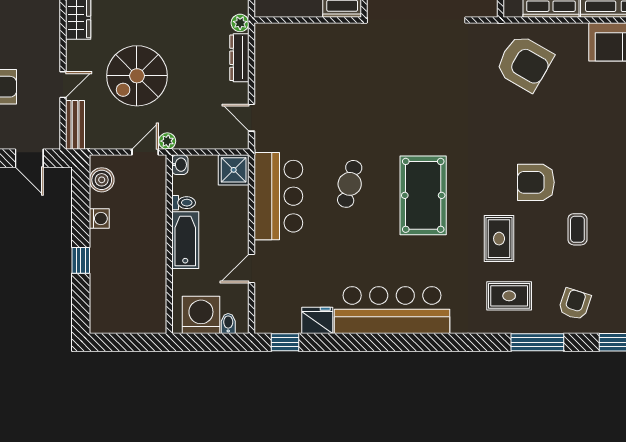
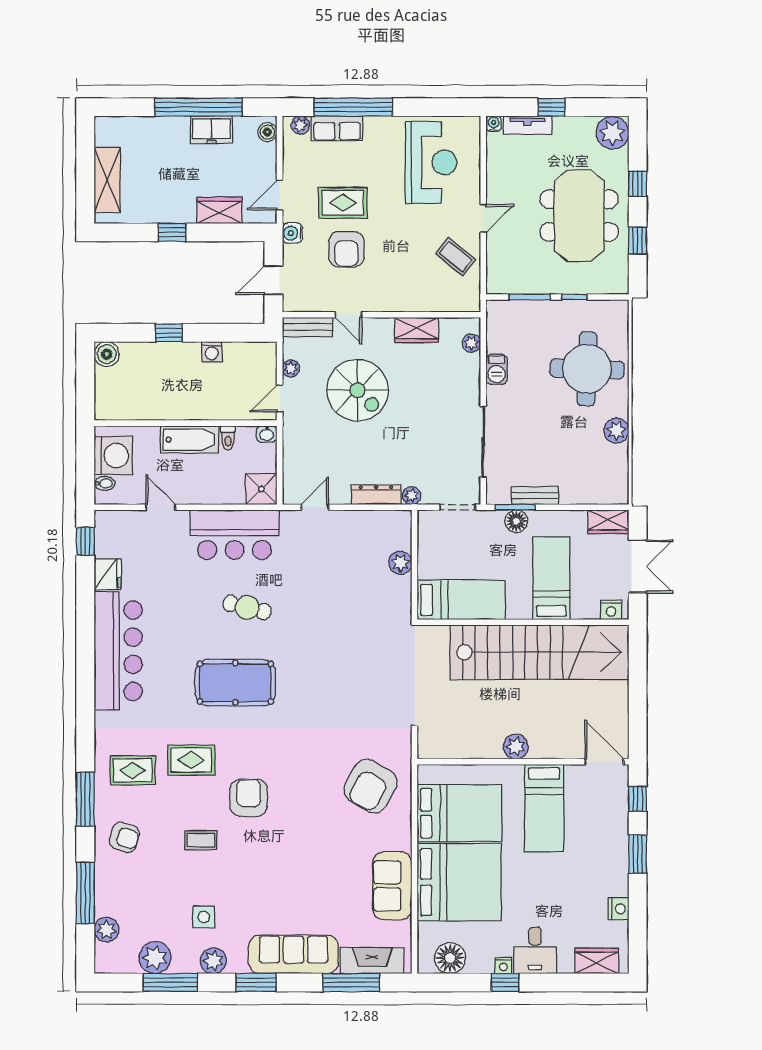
plant: (306, 34) -> (400, 563), added
spiral stairs: (137, 76) -> (357, 390), turned 180
plant: (167, 141) -> (291, 368), moved
door: (145, 152) -> (280, 399), swing flipped
boiler: (102, 180) -> (107, 354), moved
rug: (509, 296) -> (133, 770), turned 90

